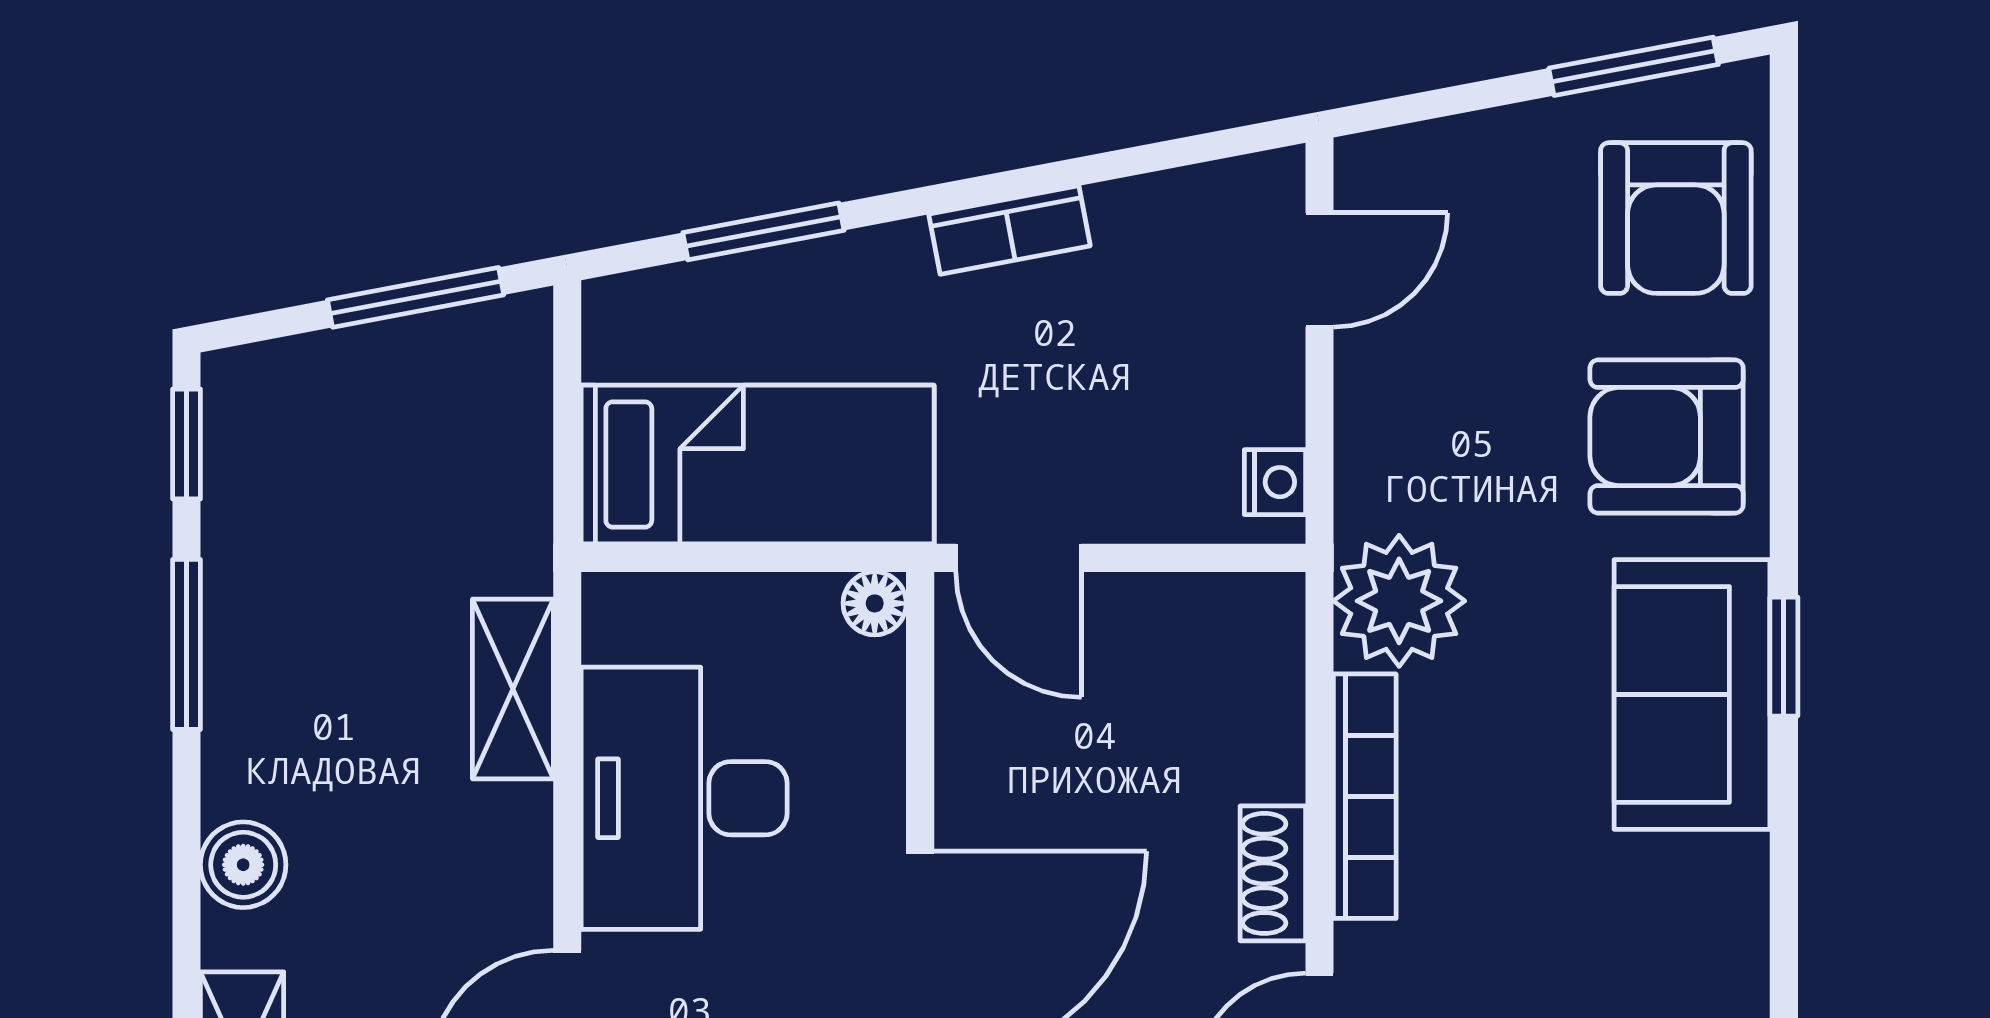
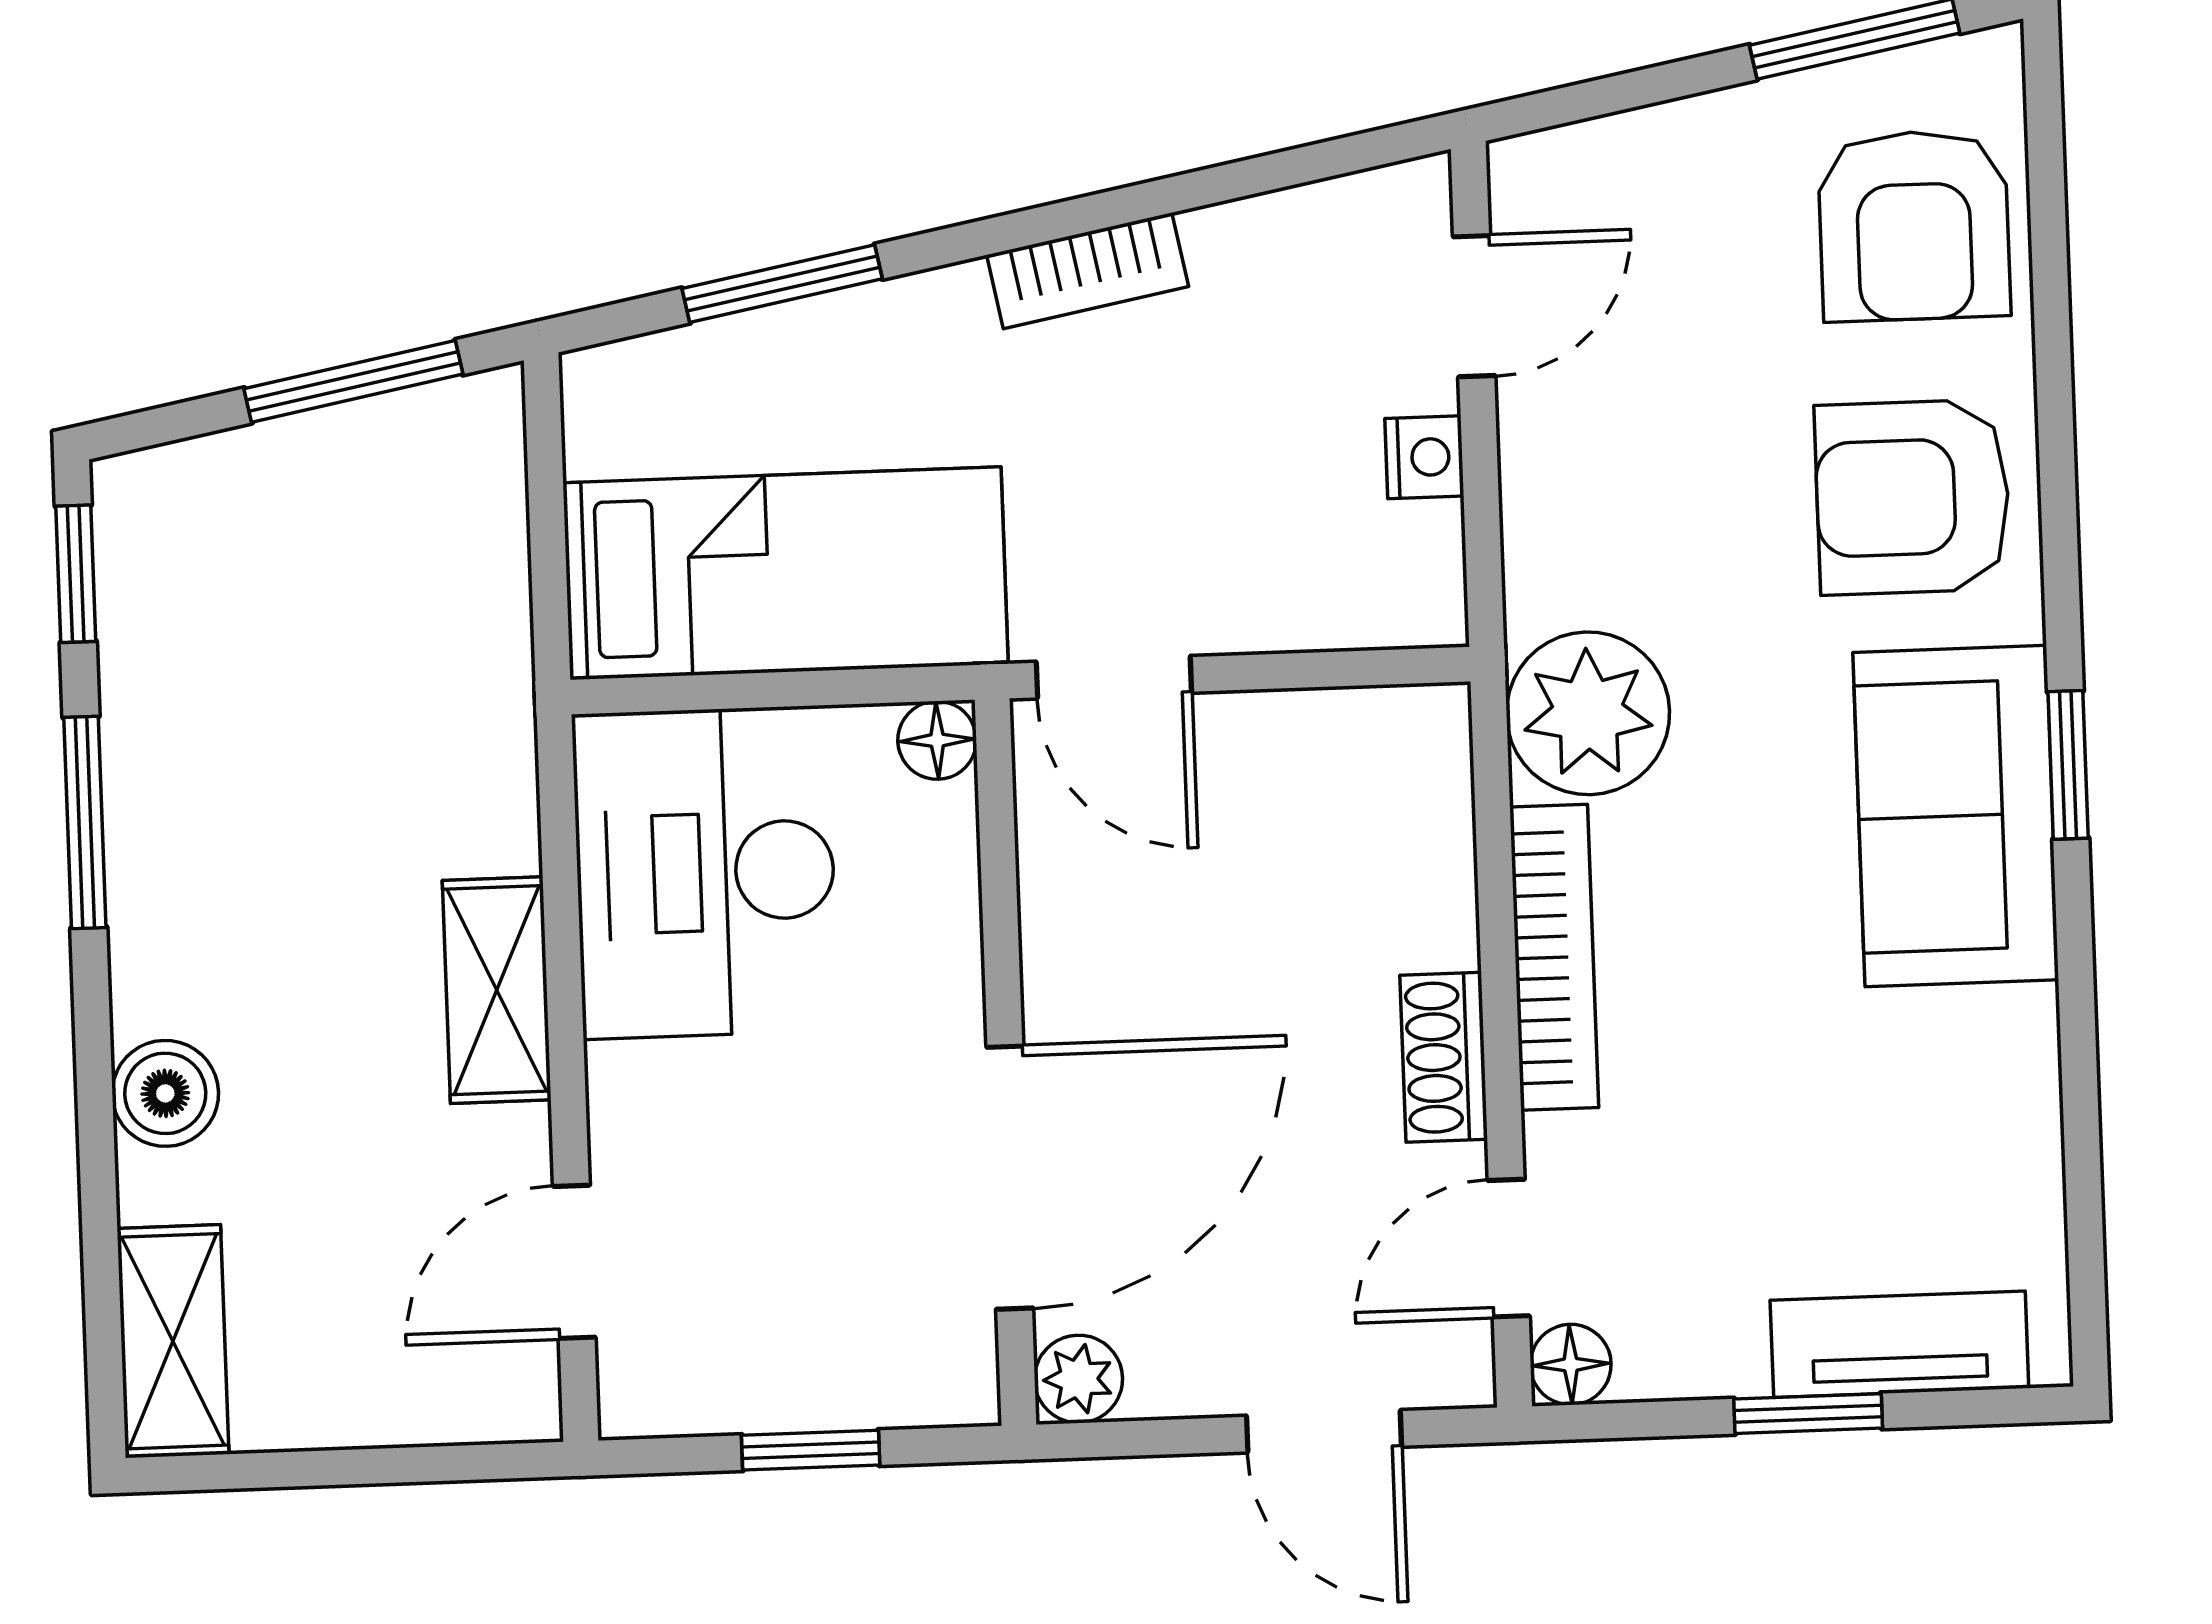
nightstand: (1275, 482) -> (1424, 457), moved
shelving: (513, 689) -> (497, 990), moved
desk: (684, 798) -> (705, 872), moved

